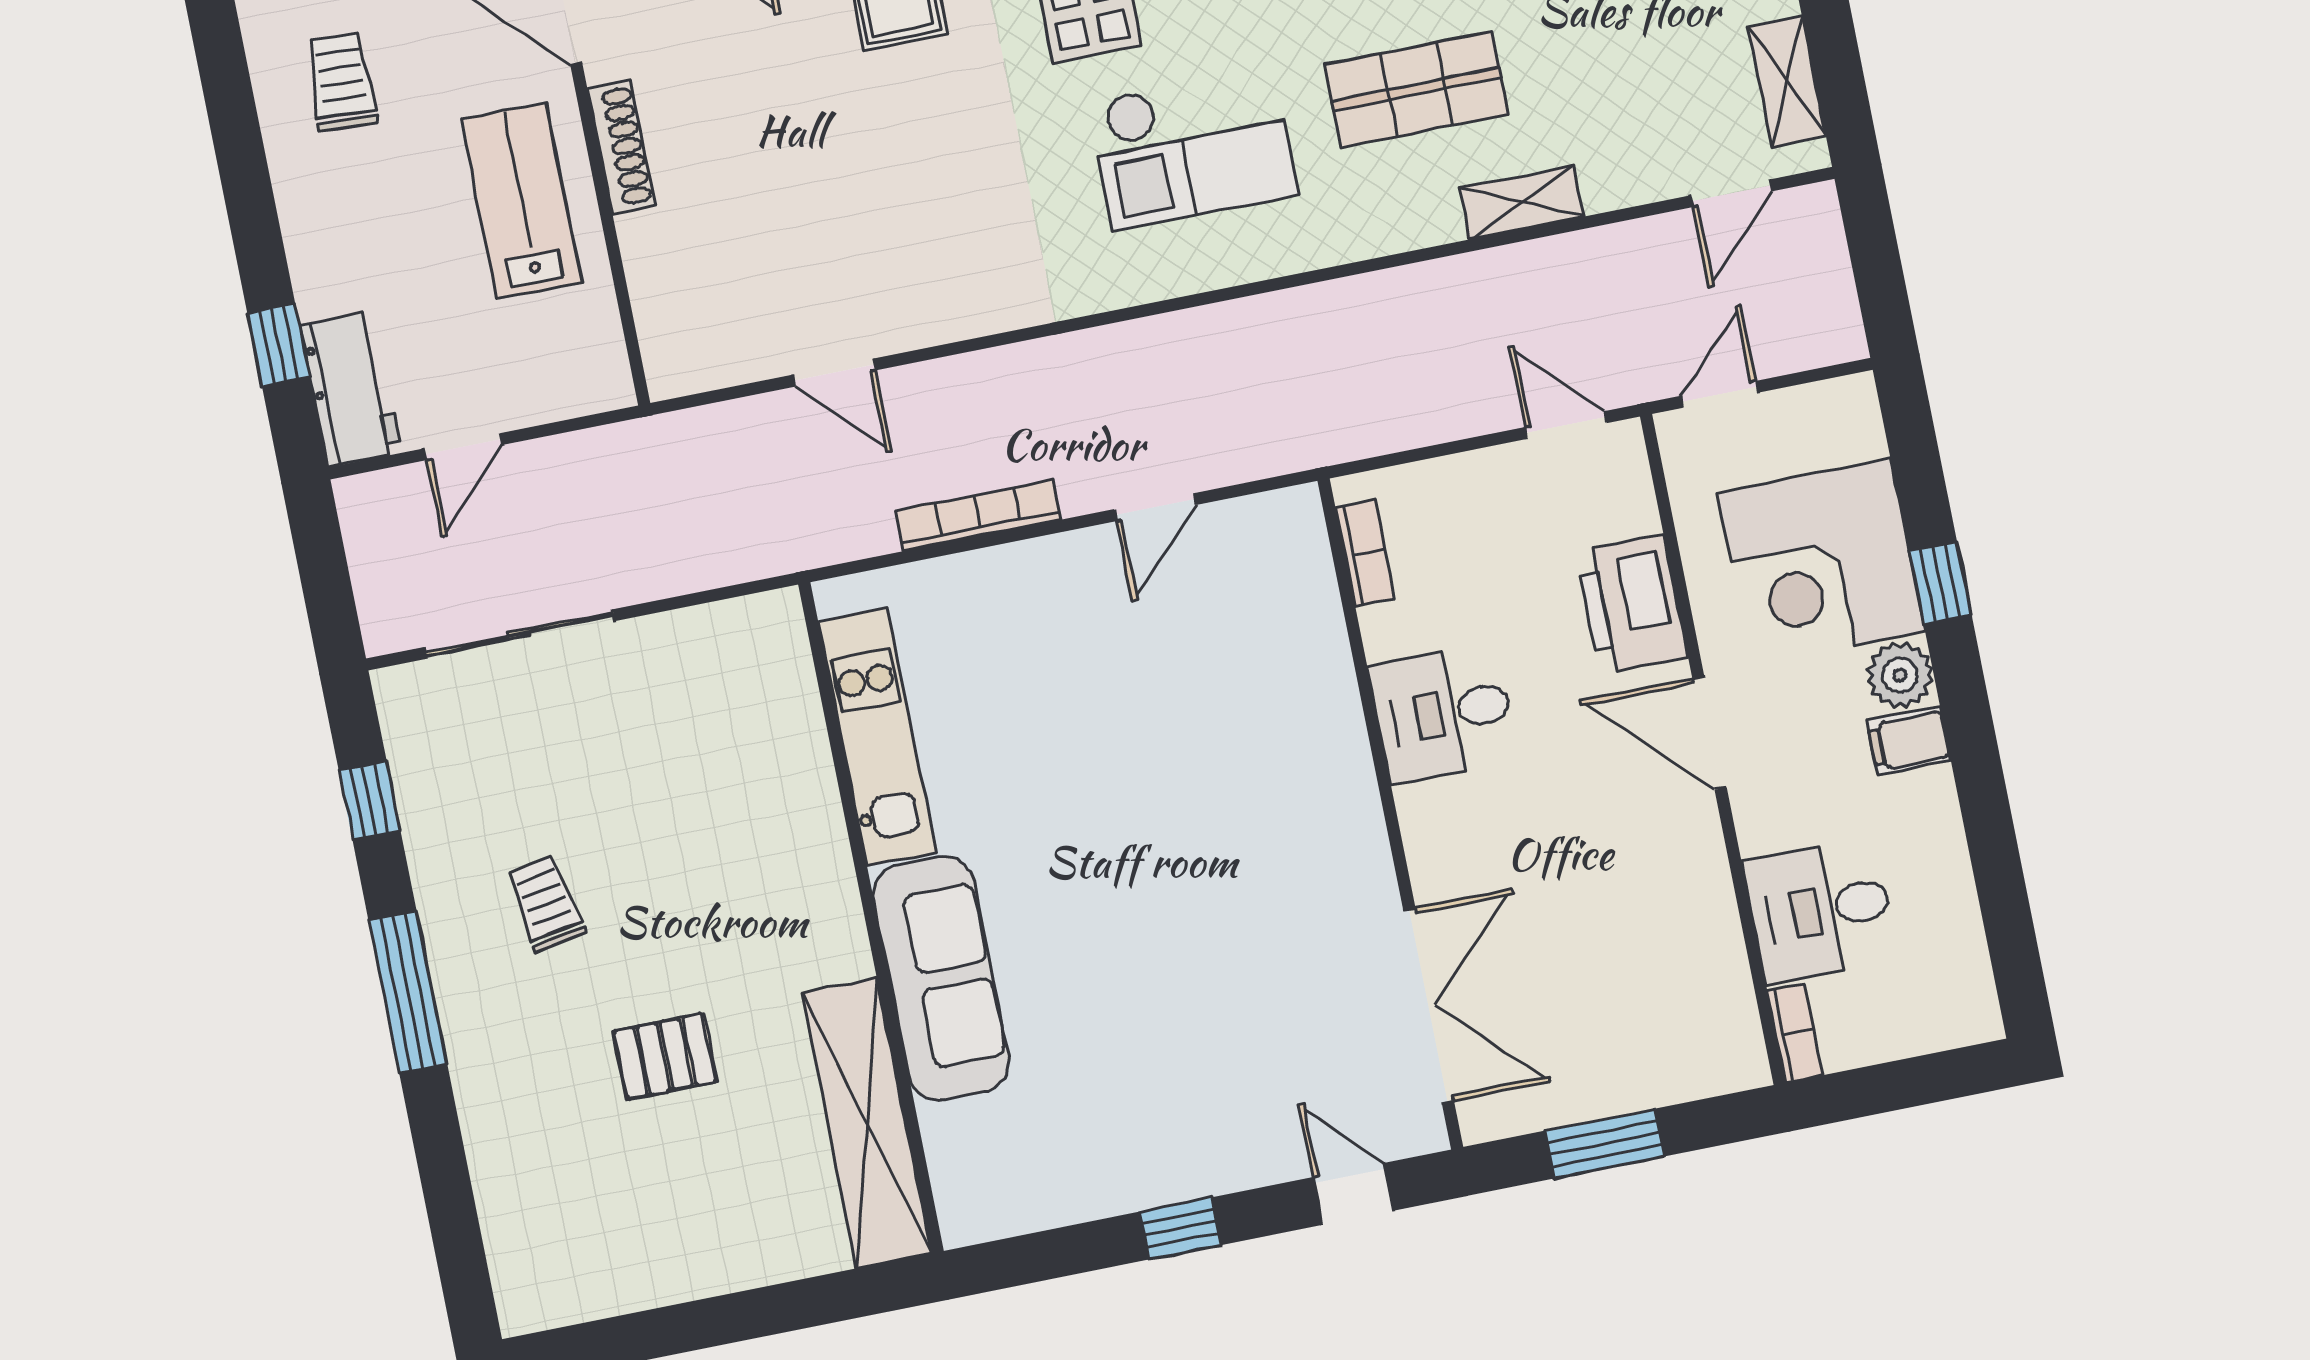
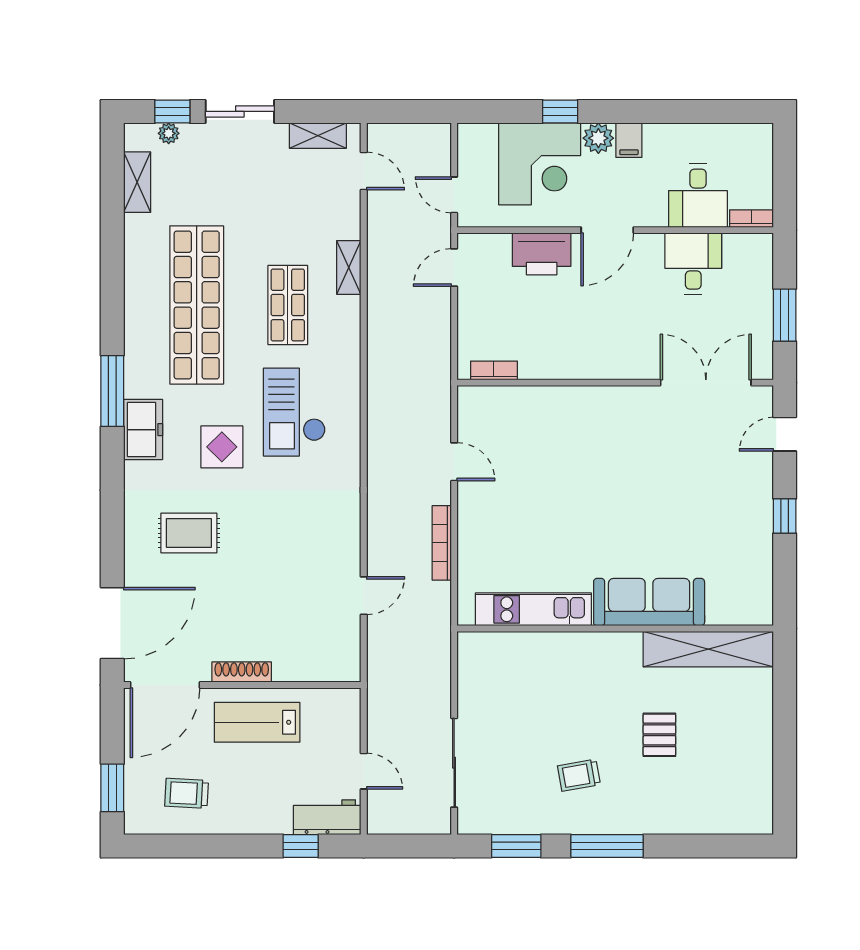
checkout: (1193, 149) -> (294, 412), turned 180
desk: (1444, 713) -> (693, 264), moved, turned 180
window: (370, 801) -> (516, 846), width x1.50

